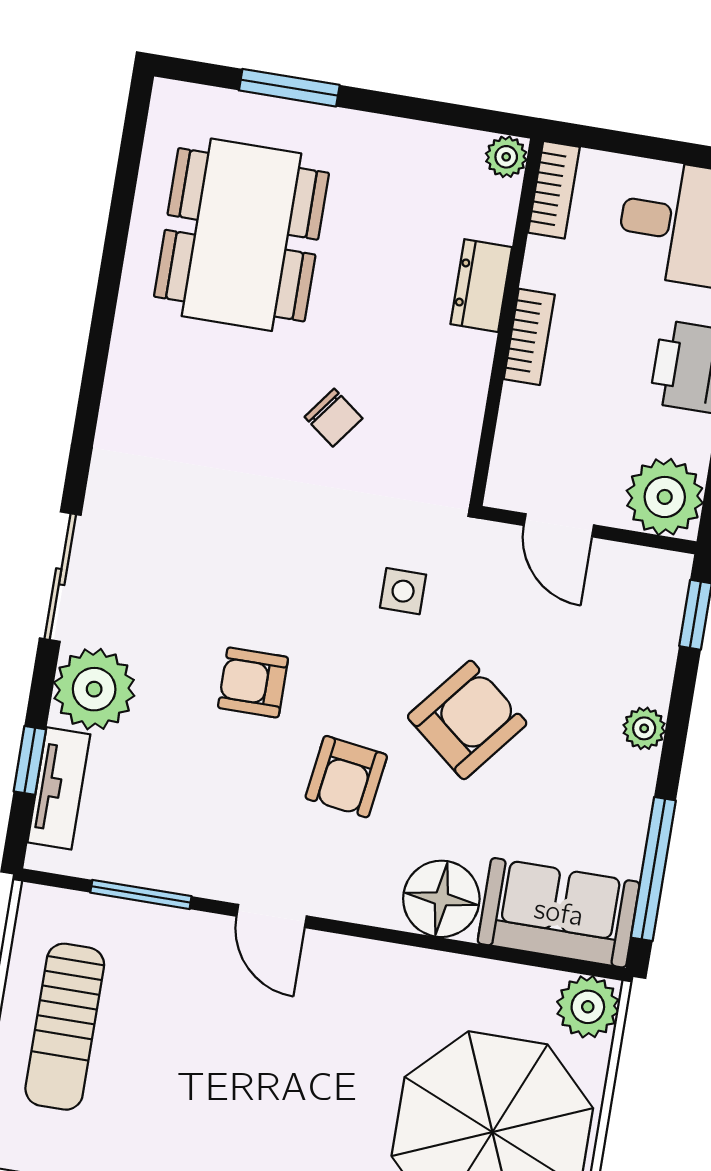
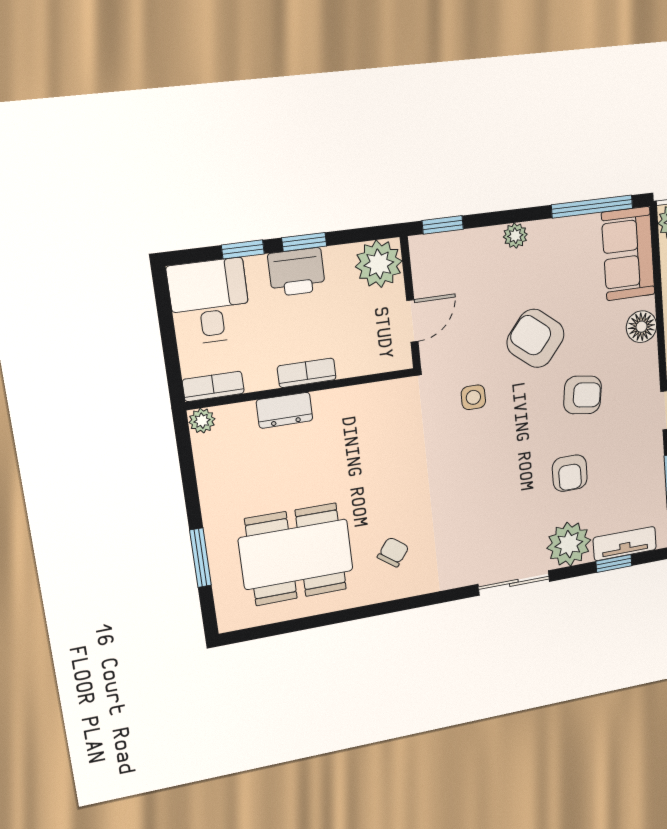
chair: (334, 418) -> (393, 552), moved
armchair: (253, 682) -> (570, 473), moved
floor lamp: (441, 899) -> (642, 327), width x0.73, depth x0.73

